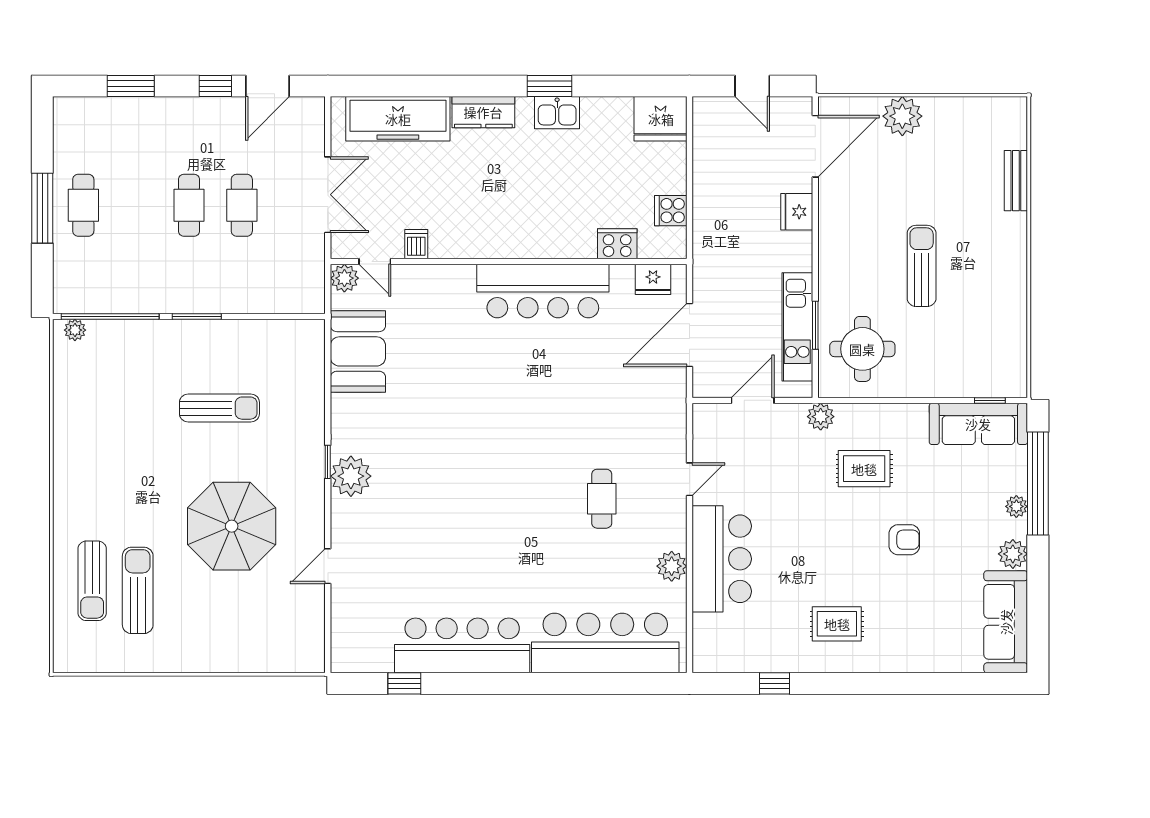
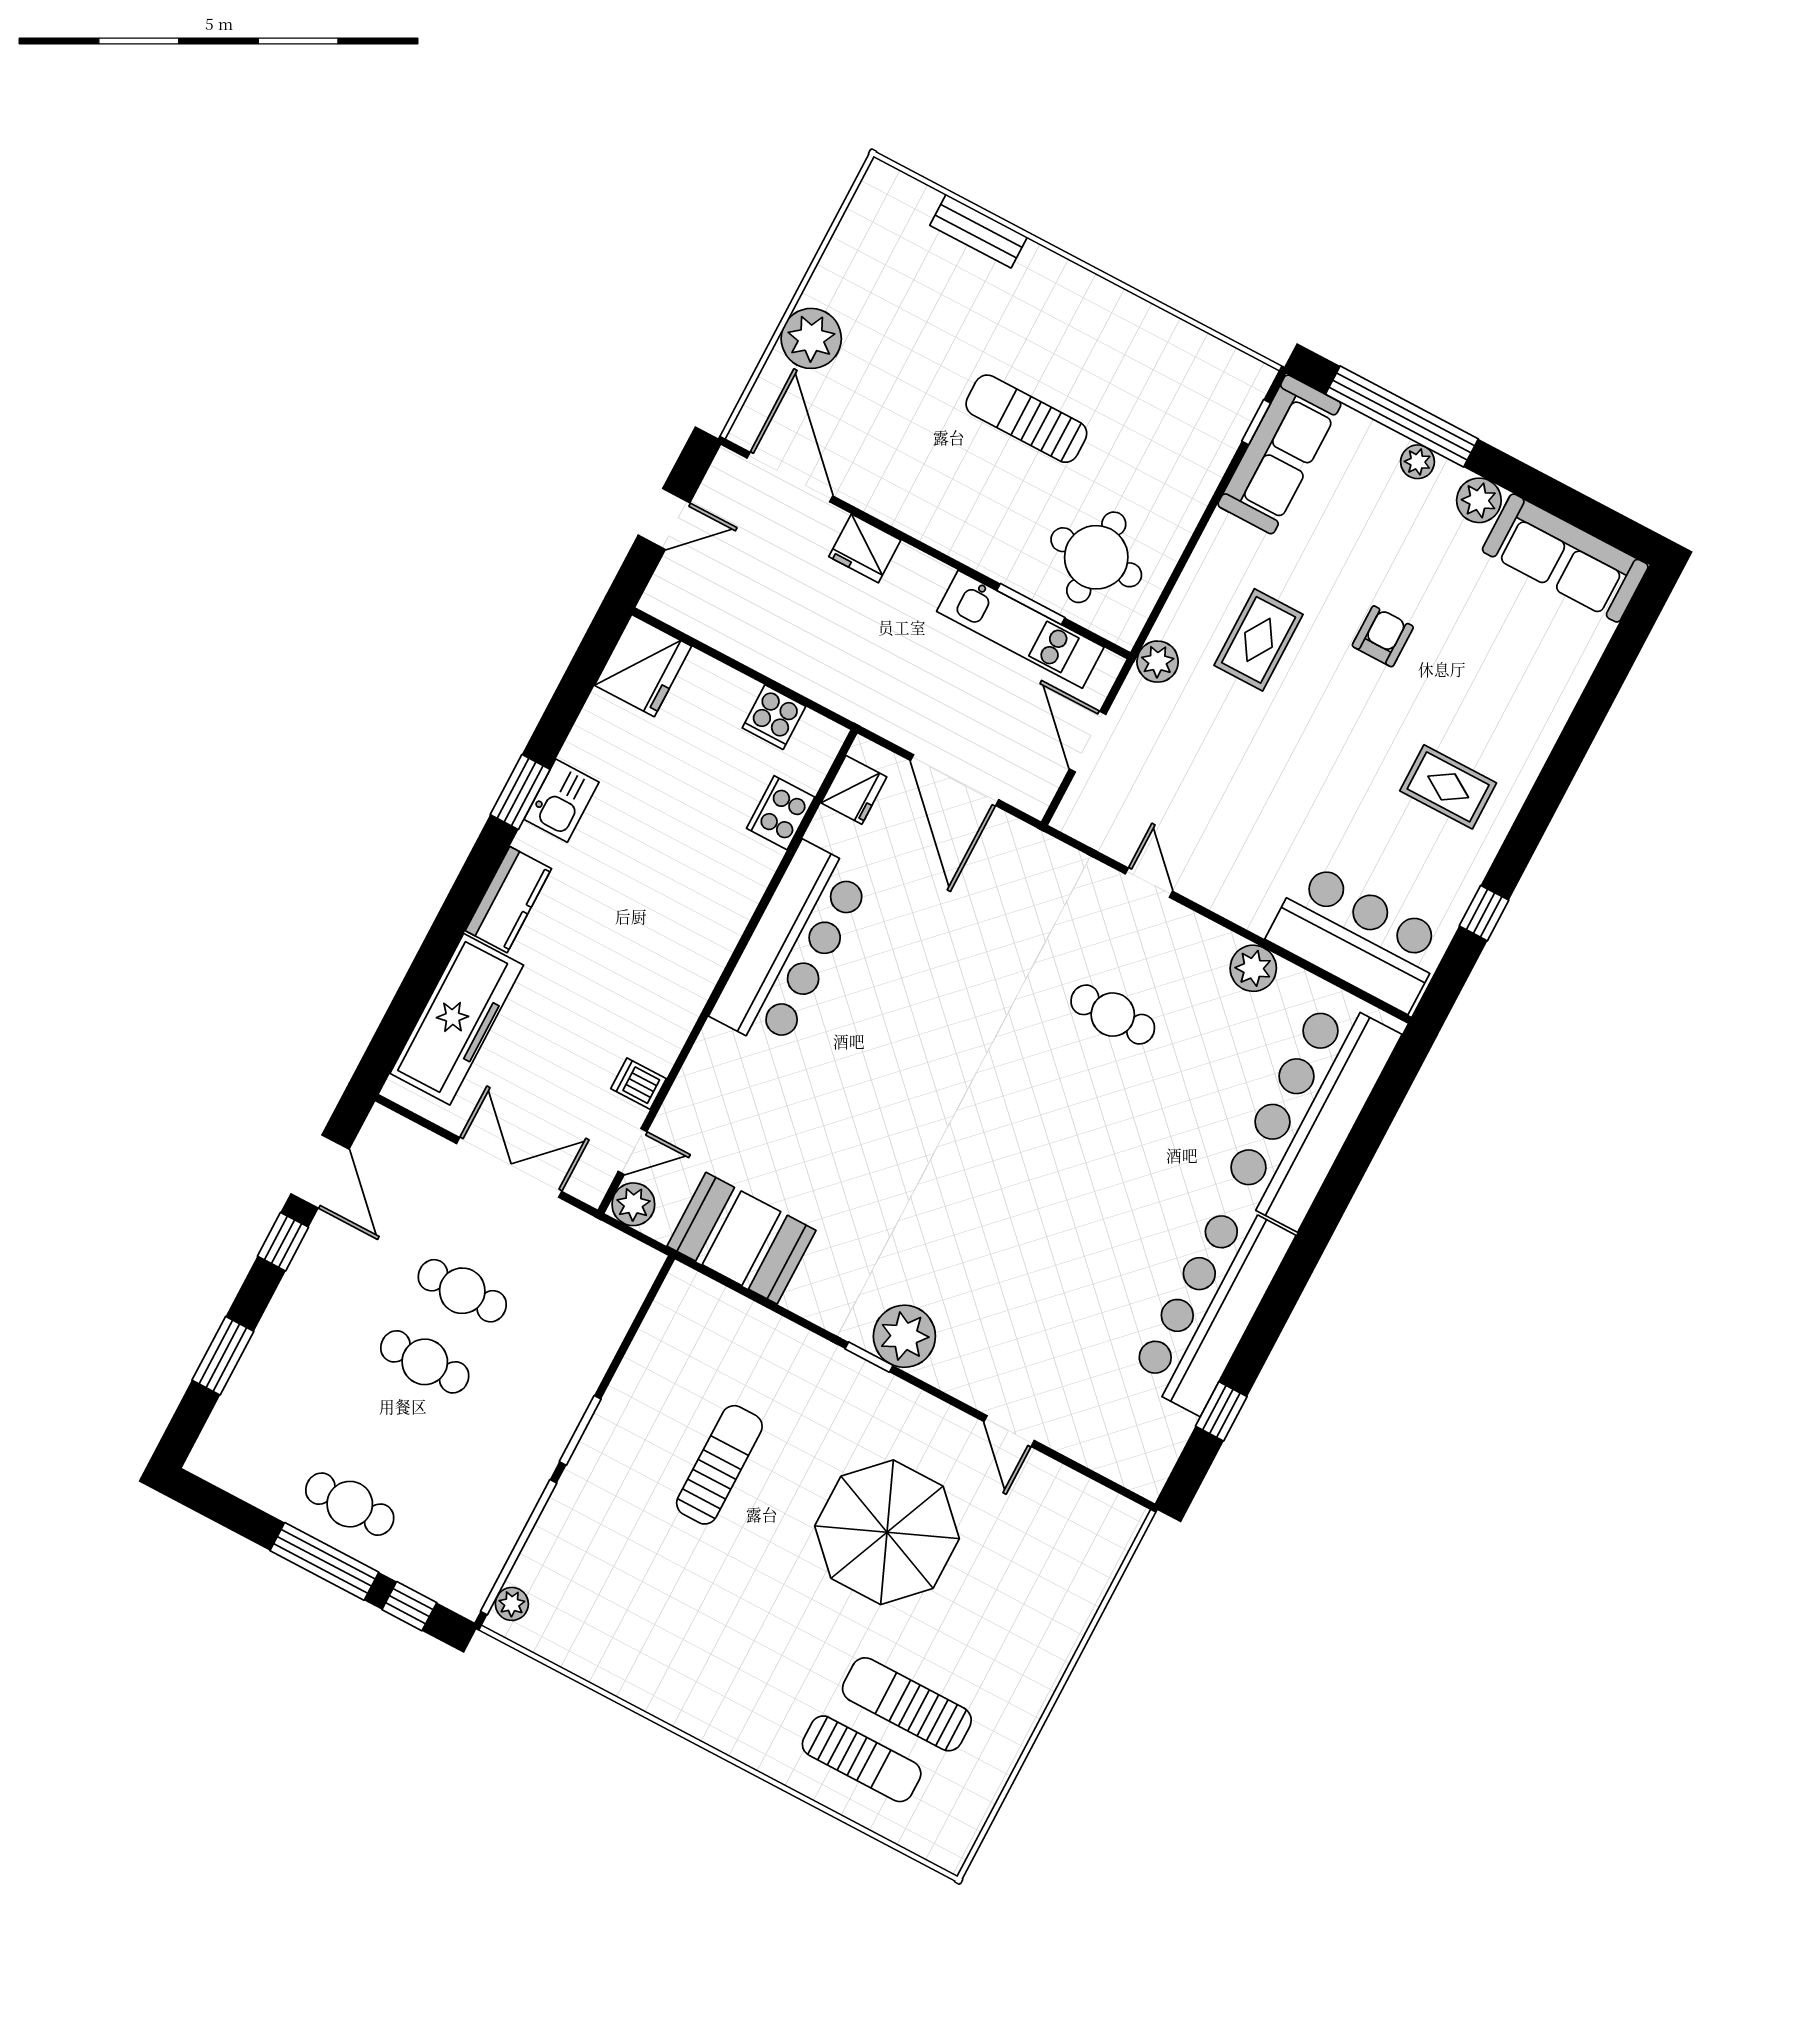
window: (42, 271) -> (409, 1606), added
bar counter: (722, 559) -> (1357, 937), moved
rug: (837, 624) -> (1448, 787), turned 90

